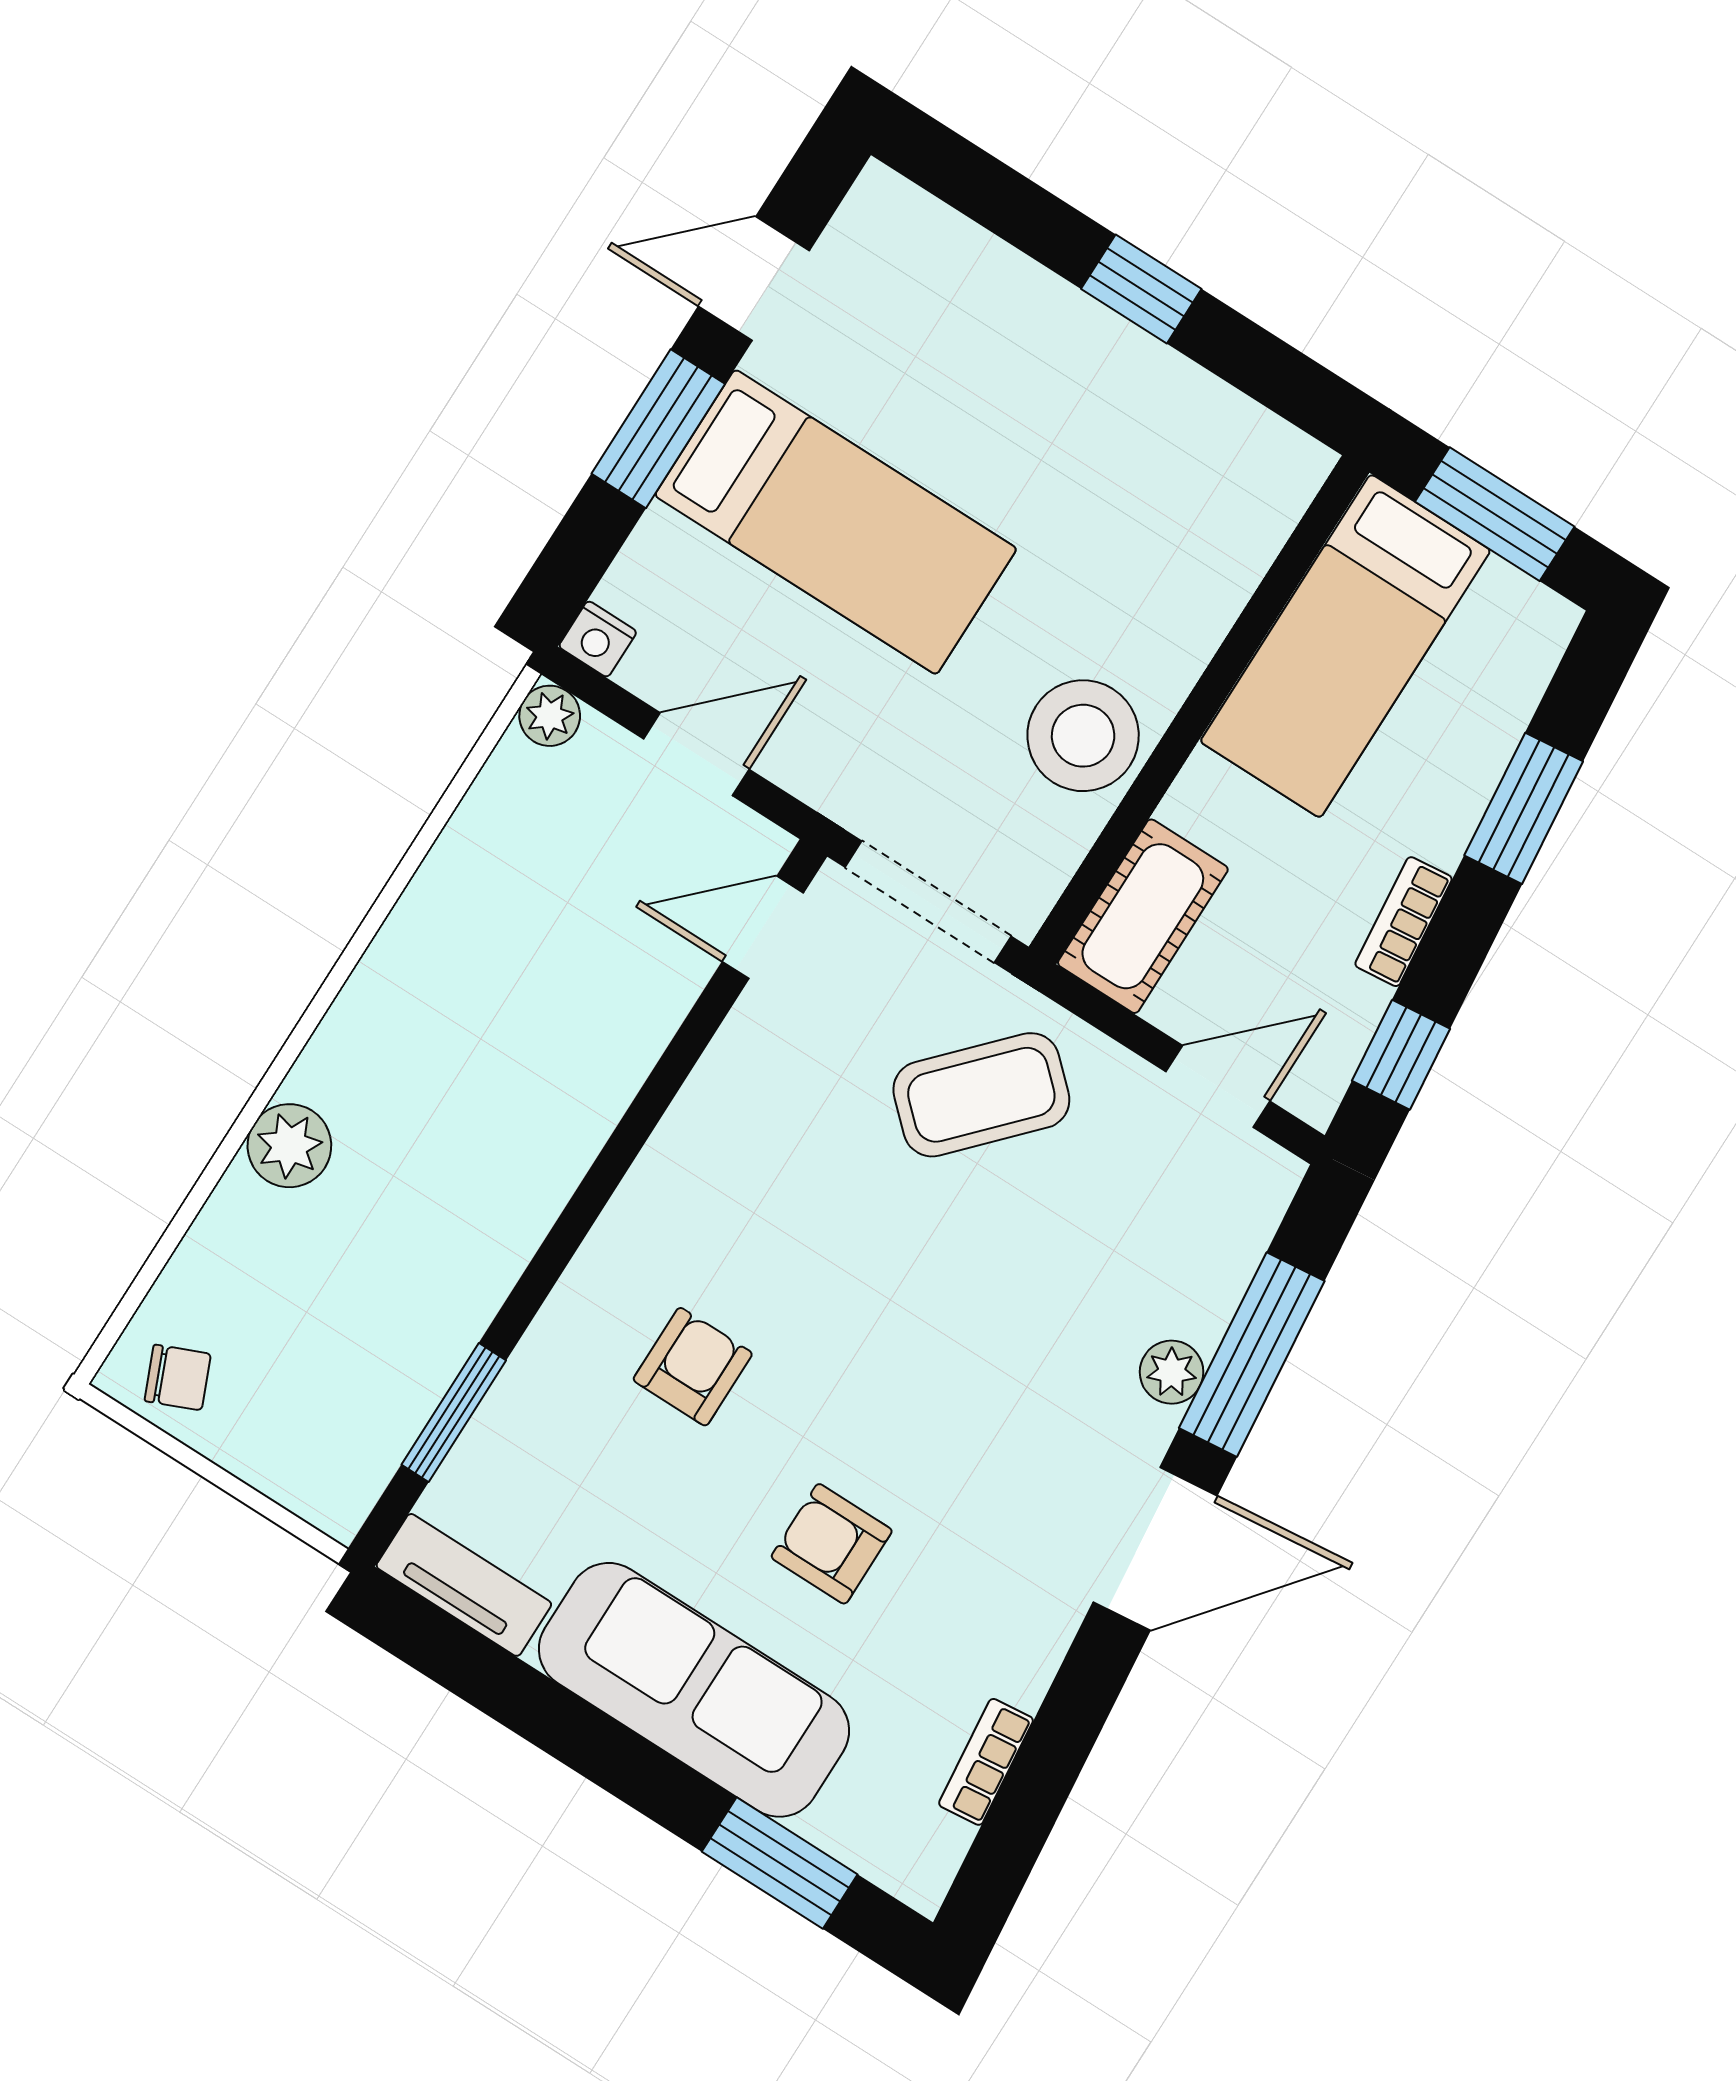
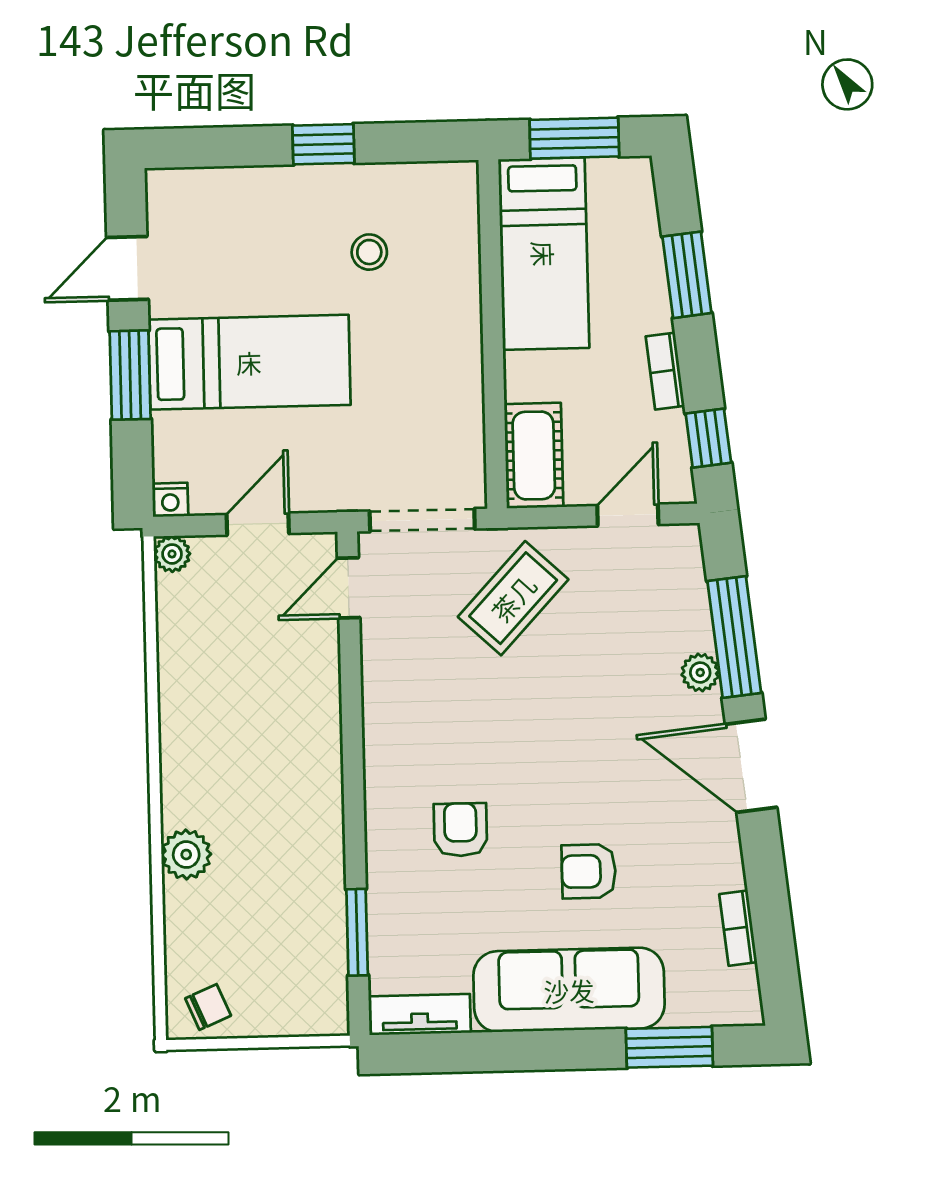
stool: (1083, 736) -> (369, 252), moved, width x0.53, depth x0.53
door: (1155, 1549) -> (751, 766), swing flipped

